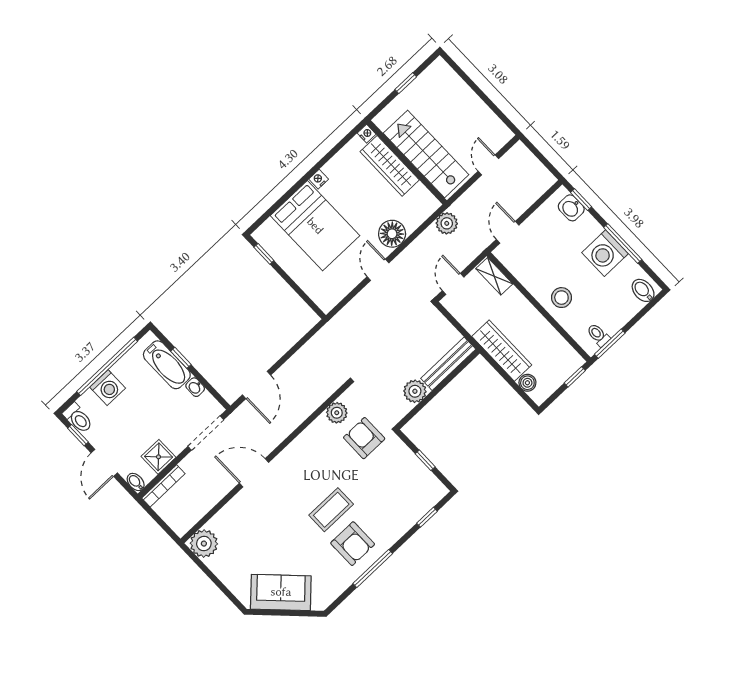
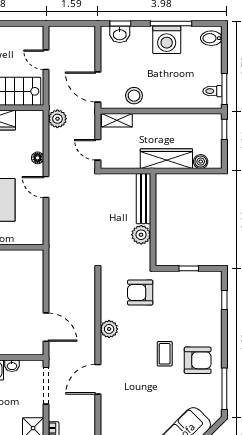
door: (508, 232) -> (98, 87), width x1.38
floor lamp: (392, 234) -> (38, 158), width x0.53, depth x0.53
stool: (561, 298) -> (134, 96), moved
plant: (337, 413) -> (109, 329), moved
coffee table: (331, 510) -> (165, 354), width x0.73, depth x0.77
window: (373, 568) -> (224, 389), moved

